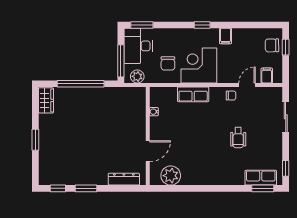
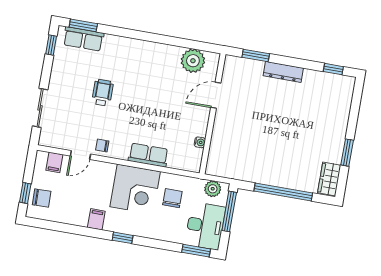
window: (35, 140) -> (347, 153), moved
dresser: (124, 179) -> (283, 72), moved
window: (86, 188) -> (256, 55), moved

